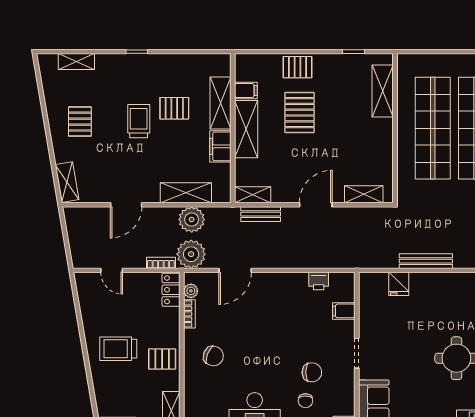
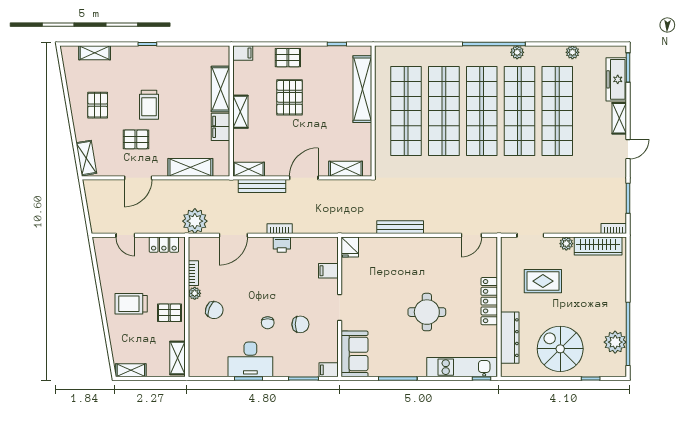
filing cabinet: (246, 91) -> (243, 53), moved
shelving: (383, 91) -> (362, 89), width x1.47
pallet: (174, 108) -> (136, 139), moved
trolley: (139, 121) -> (149, 105), turned 180
shelving: (246, 129) -> (240, 112), width x0.67, depth x0.75
bench: (261, 214) -> (262, 186), width x1.36
plant: (192, 220) -> (195, 191), removed
bookcase: (161, 263) -> (280, 229), moved
printer: (319, 281) -> (282, 245), moved
fridge: (399, 284) -> (350, 247), moved
locker: (171, 290) -> (164, 245), moved, turned -90
plant: (191, 291) -> (195, 293), moved
chair: (305, 401) -> (268, 323), moved

